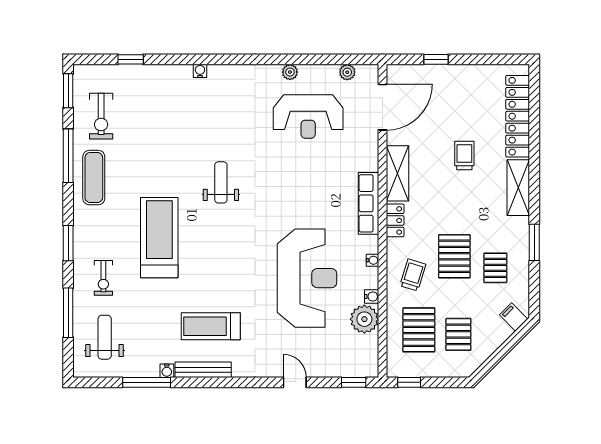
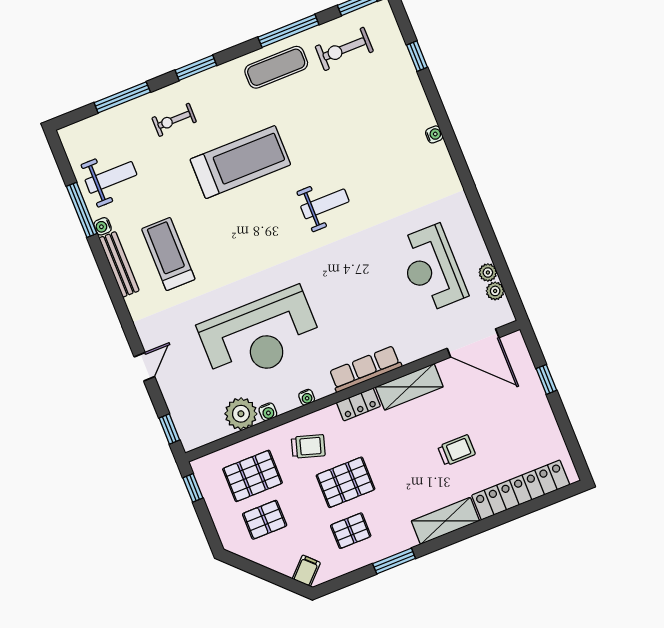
plant: (290, 72) -> (488, 272), moved
weight bench: (105, 337) -> (111, 177), moved

